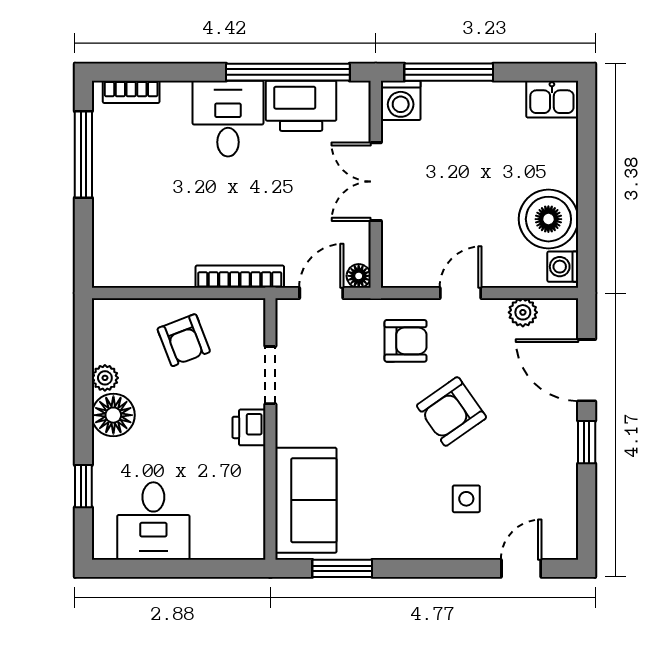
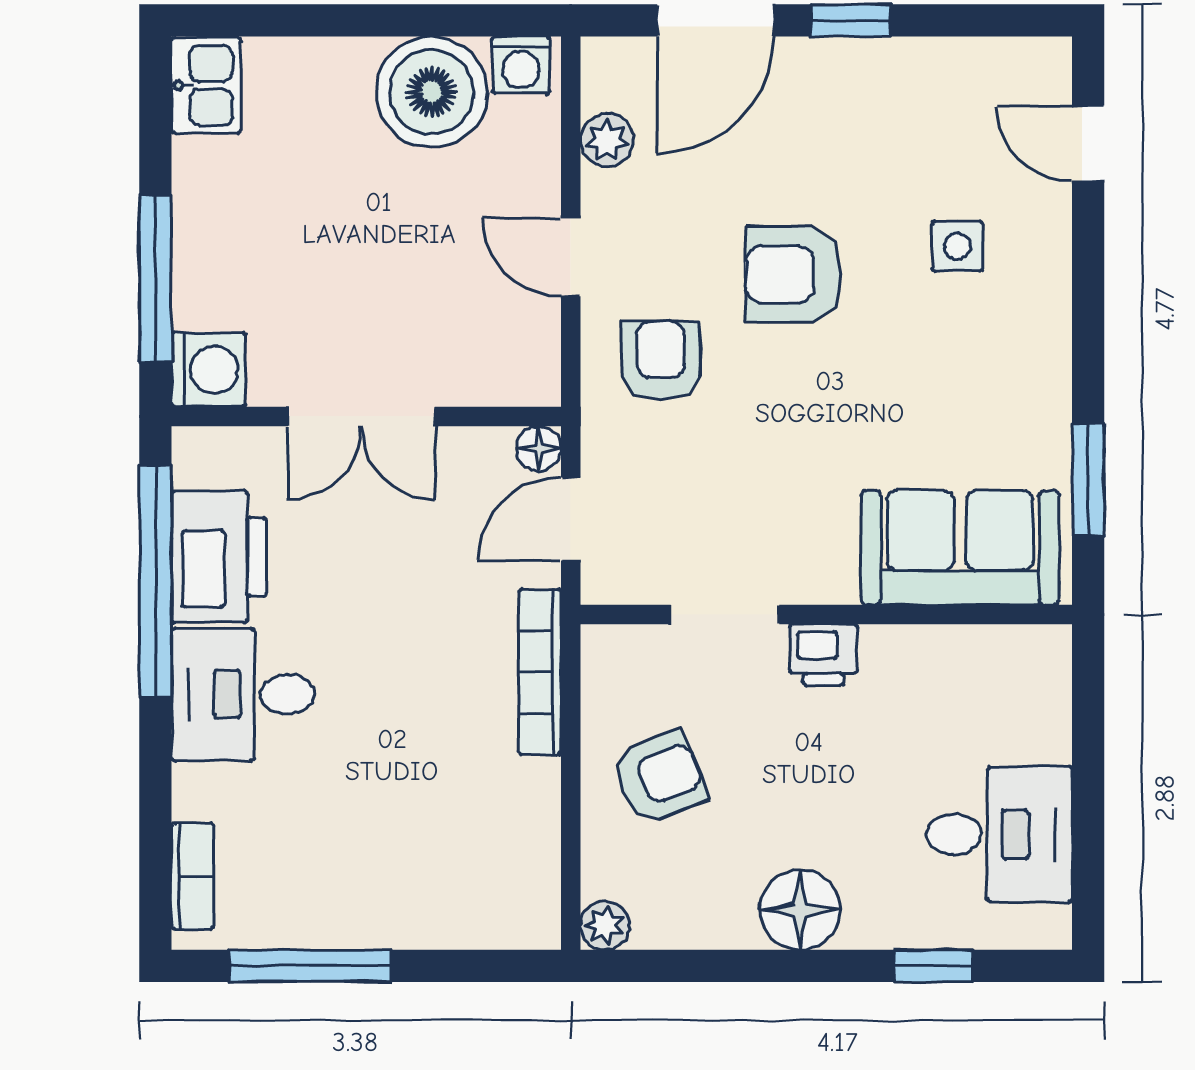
door: (321, 293) -> (571, 519), hinge flipped
plant: (105, 378) -> (605, 925), moved
armchair: (451, 411) -> (793, 274), turned 125

